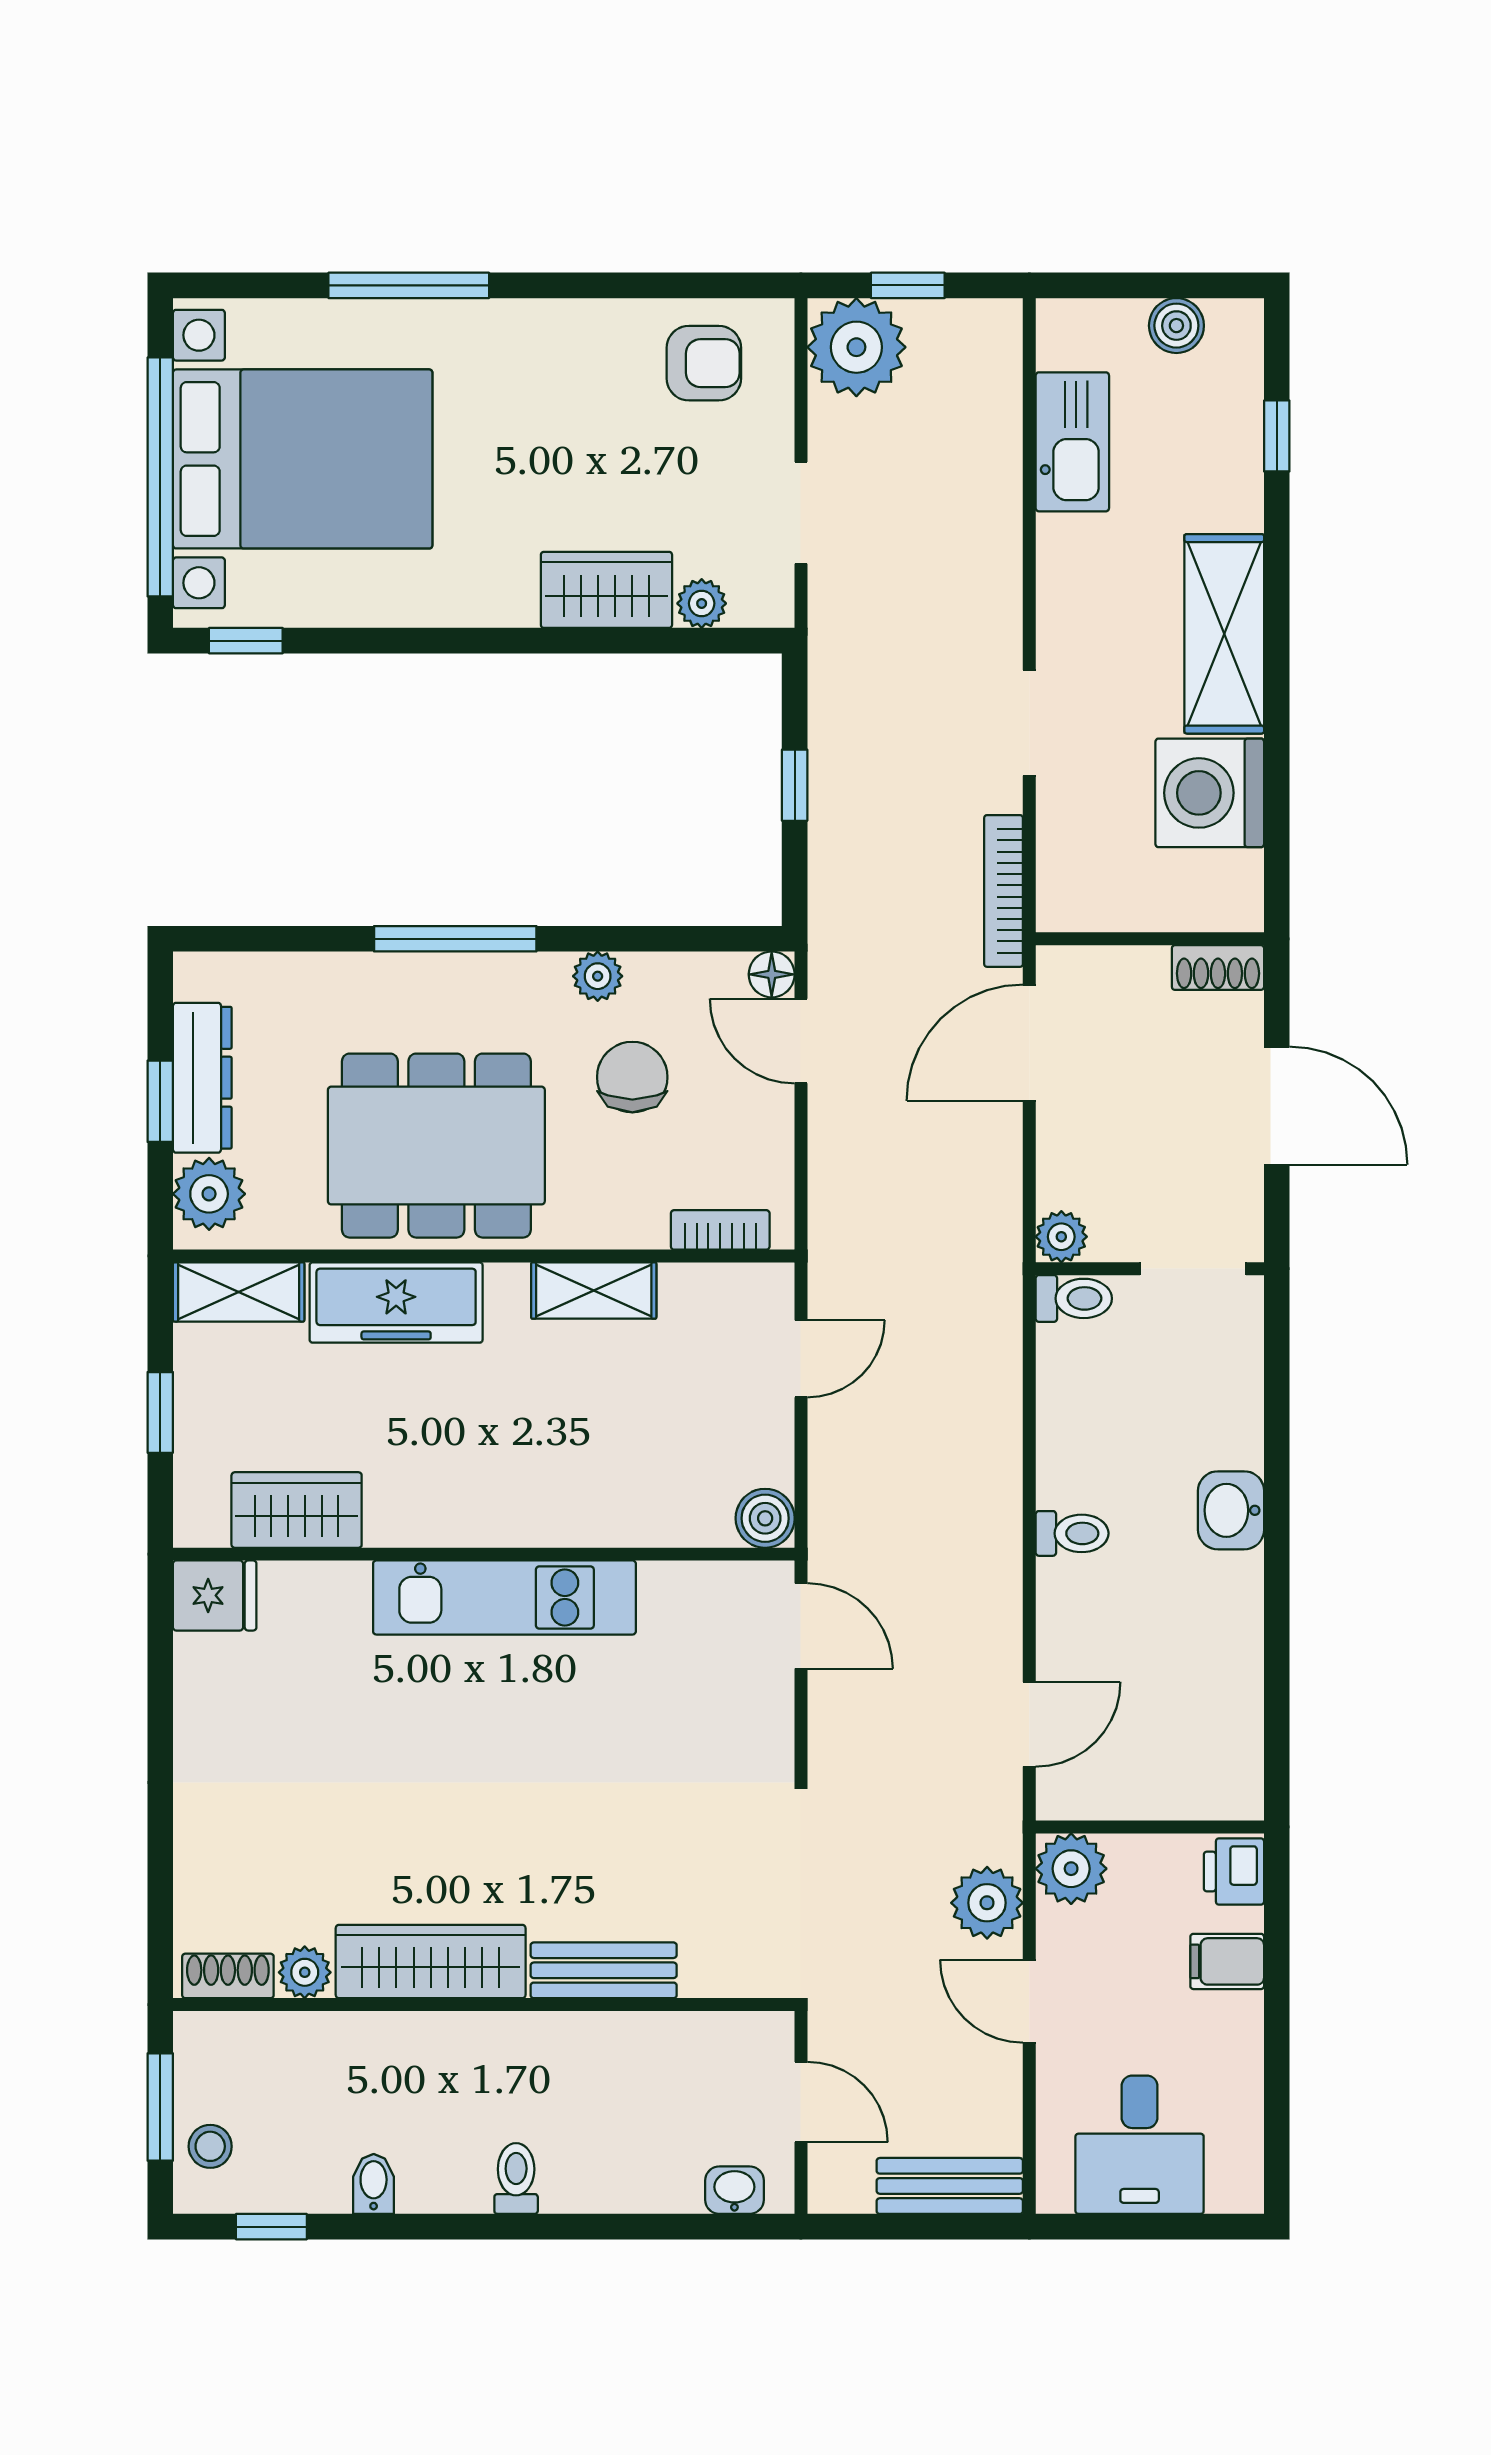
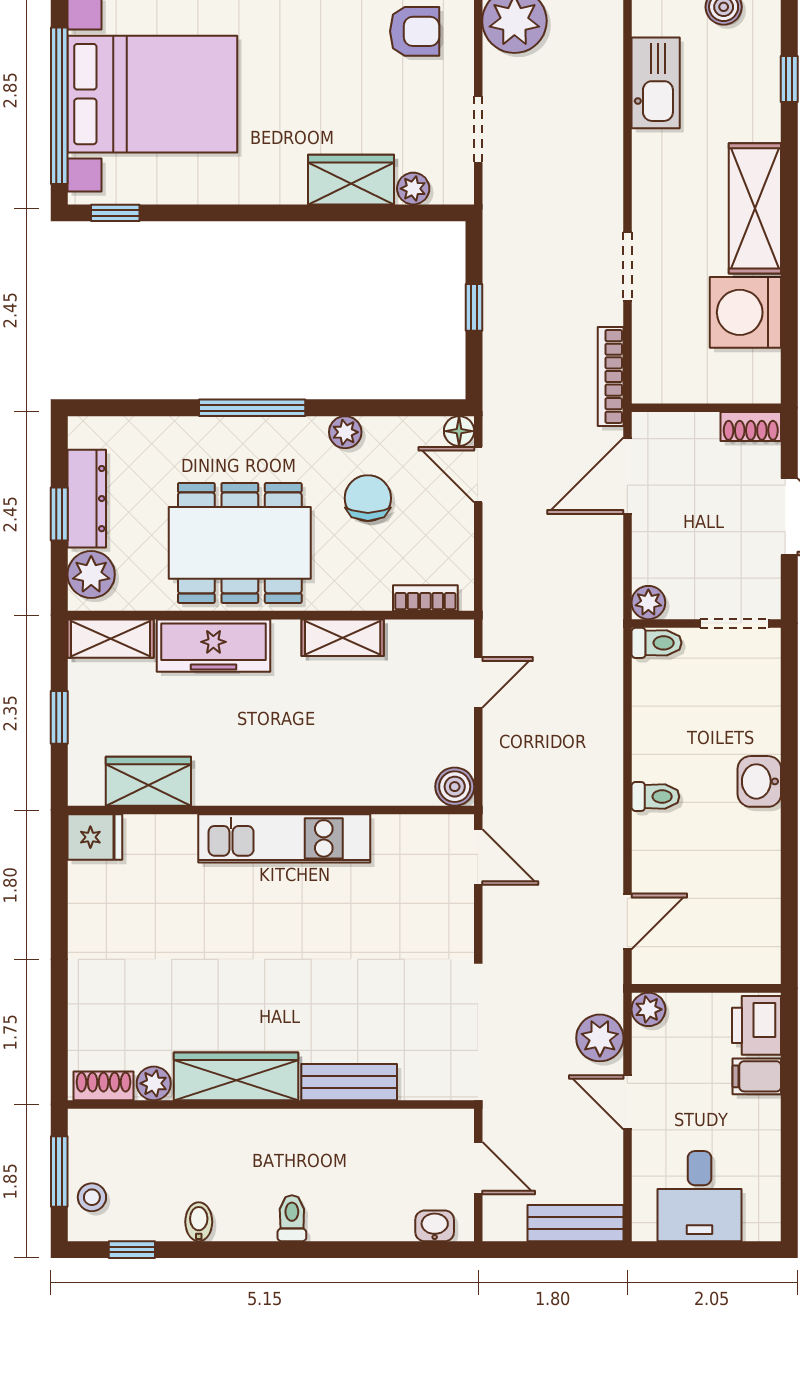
plant: (1071, 1869) -> (648, 1009), width x0.73, depth x0.73
printer: (1234, 1871) -> (756, 1025), width x1.36, depth x1.24

